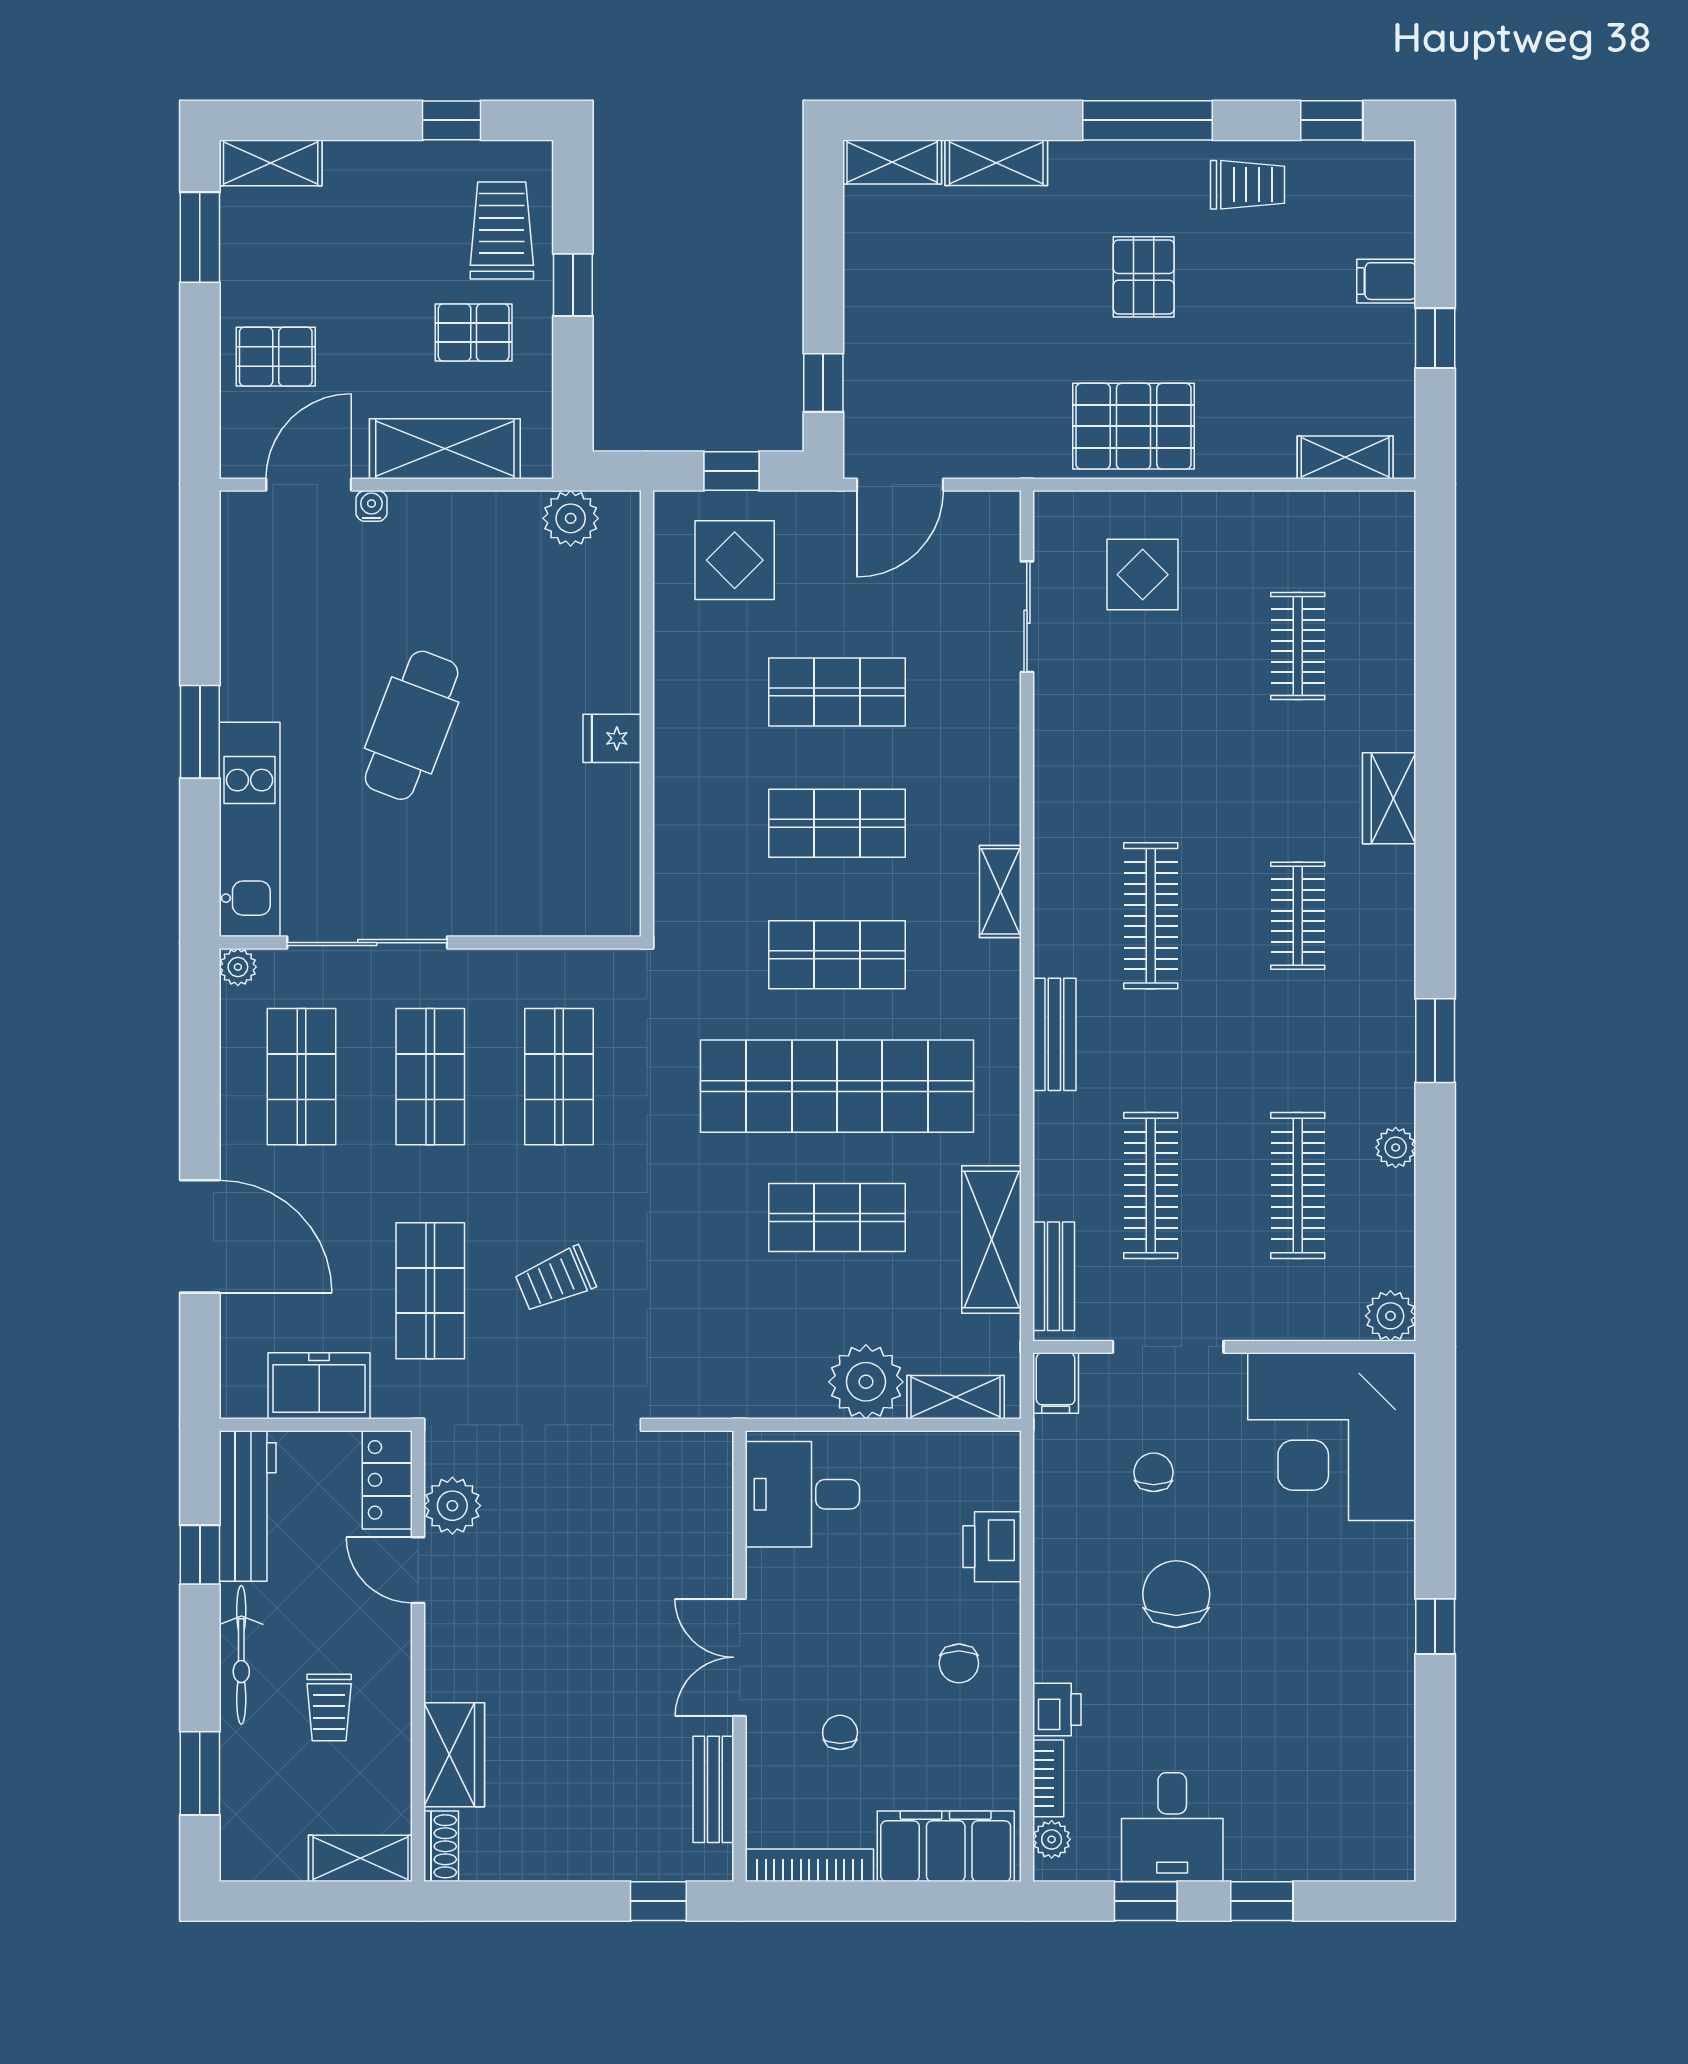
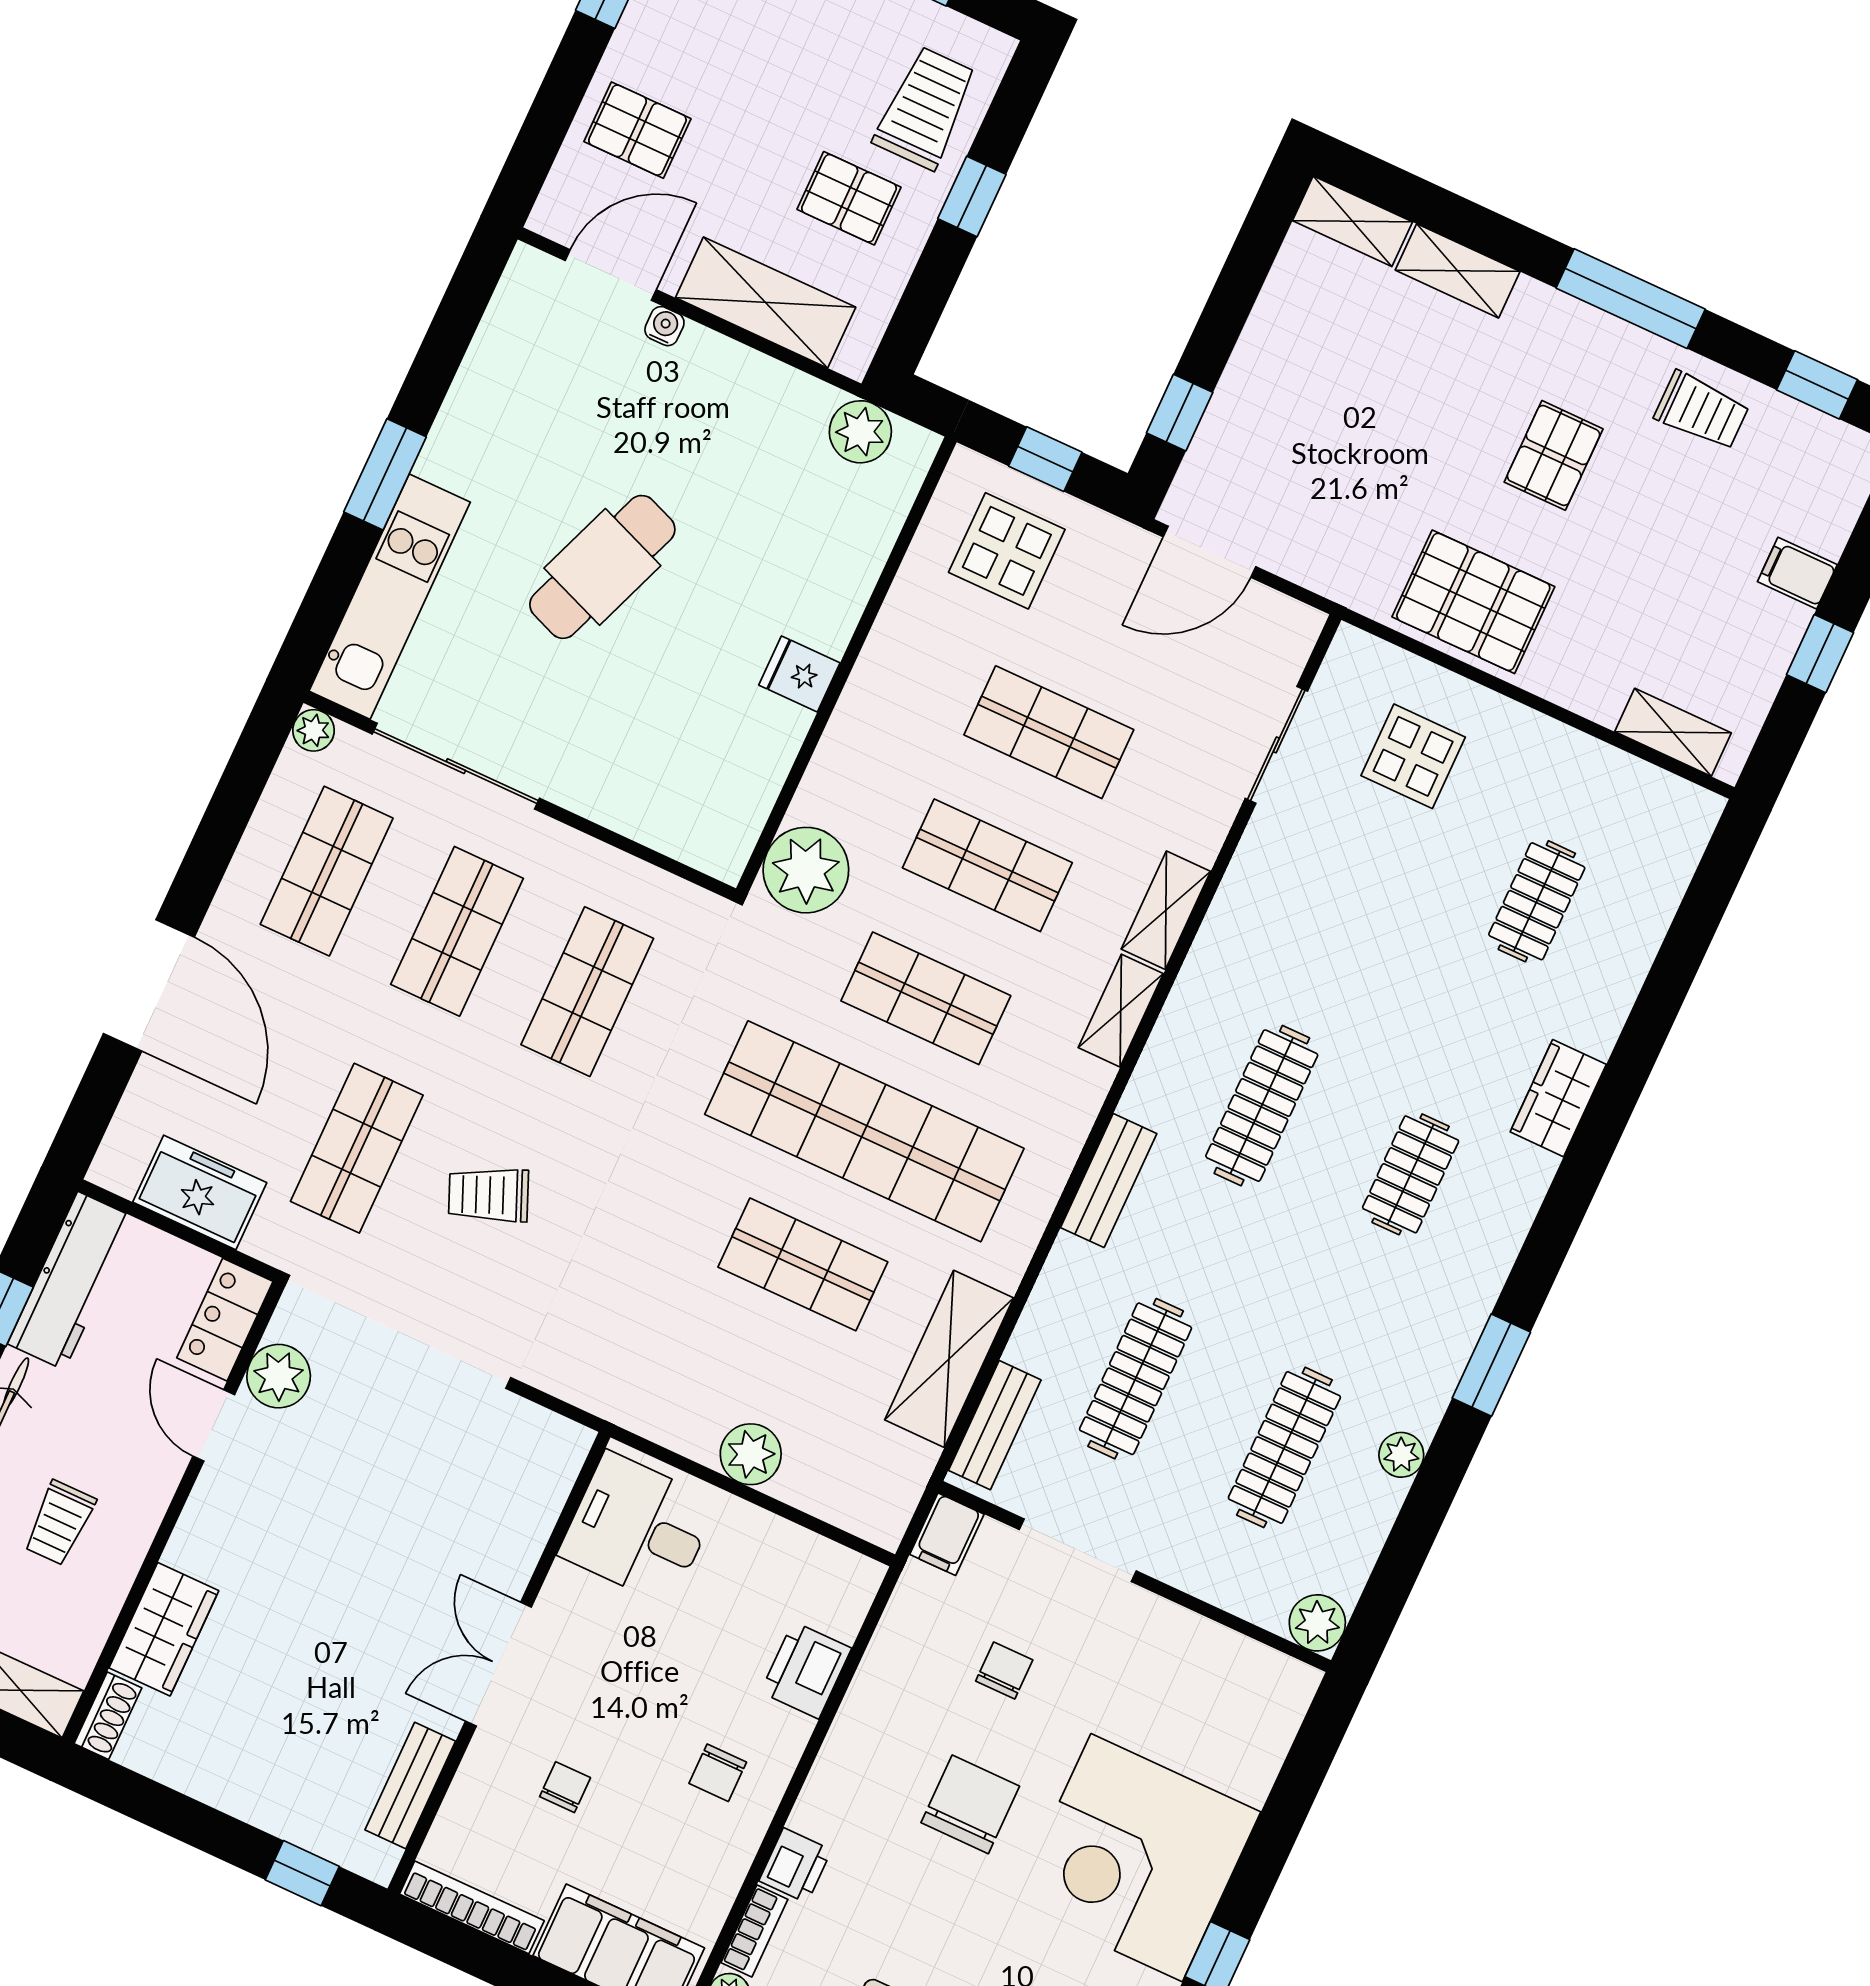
plant: (691, 895) -> (806, 870), added
plant: (866, 1382) -> (751, 1454), width x0.73, depth x0.73
shelving: (956, 1397) -> (1166, 910), moved, turned 90
corner desk: (1332, 1437) -> (1137, 1858), moved

